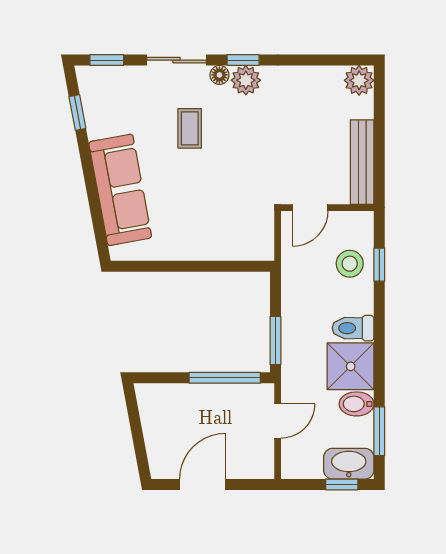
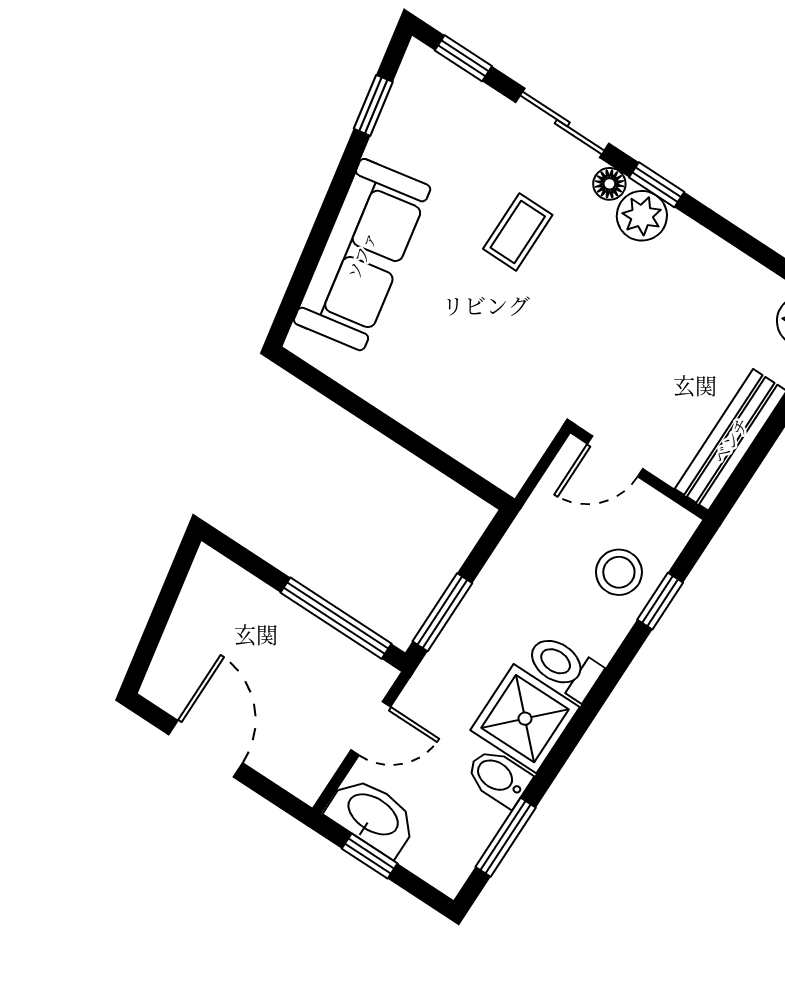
washbasin: (349, 464) -> (372, 816), moved
door: (203, 484) -> (206, 749), hinge flipped
window: (342, 484) -> (370, 856), moved

